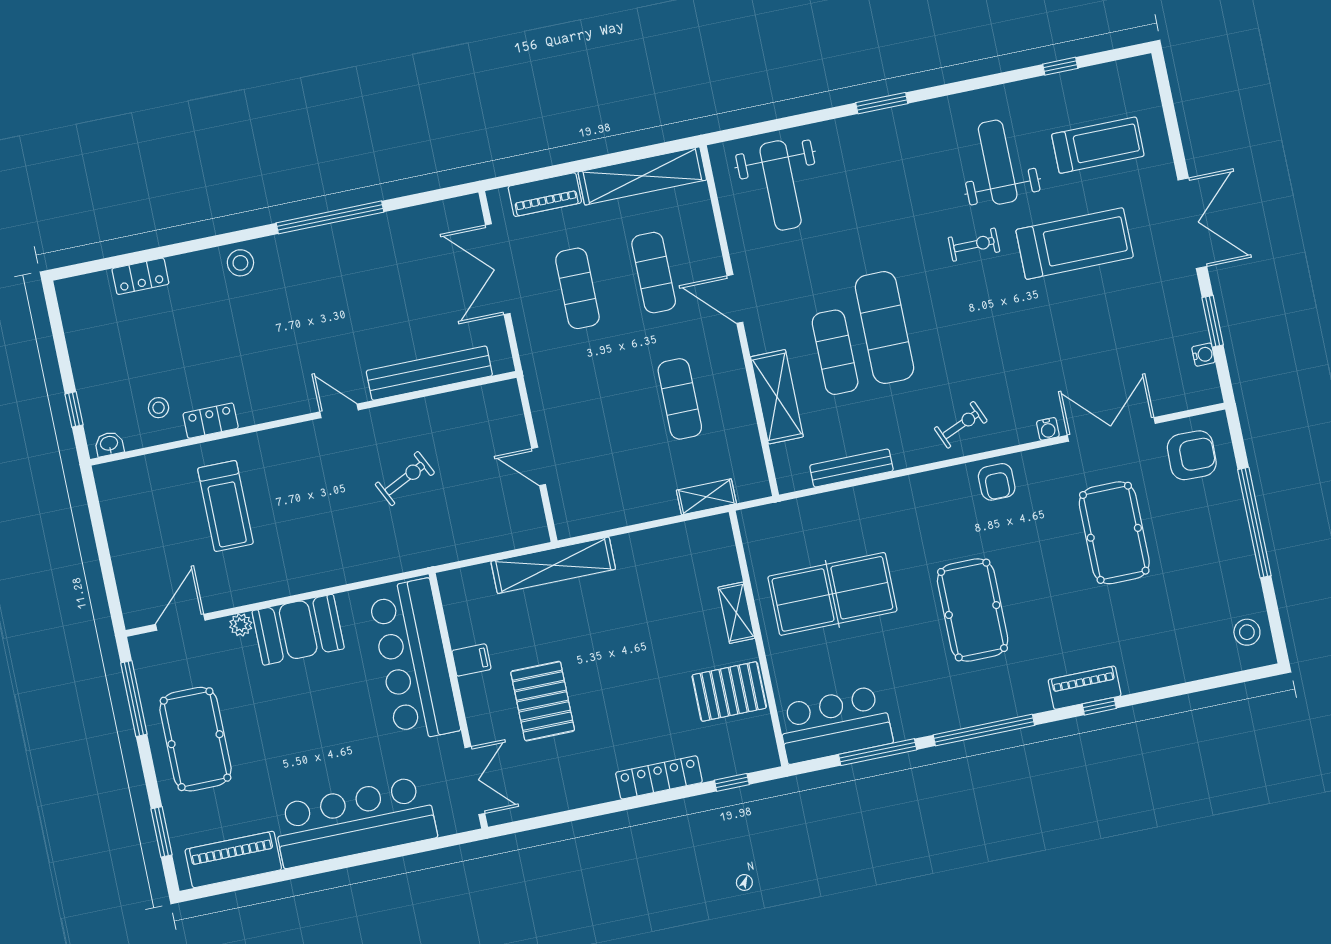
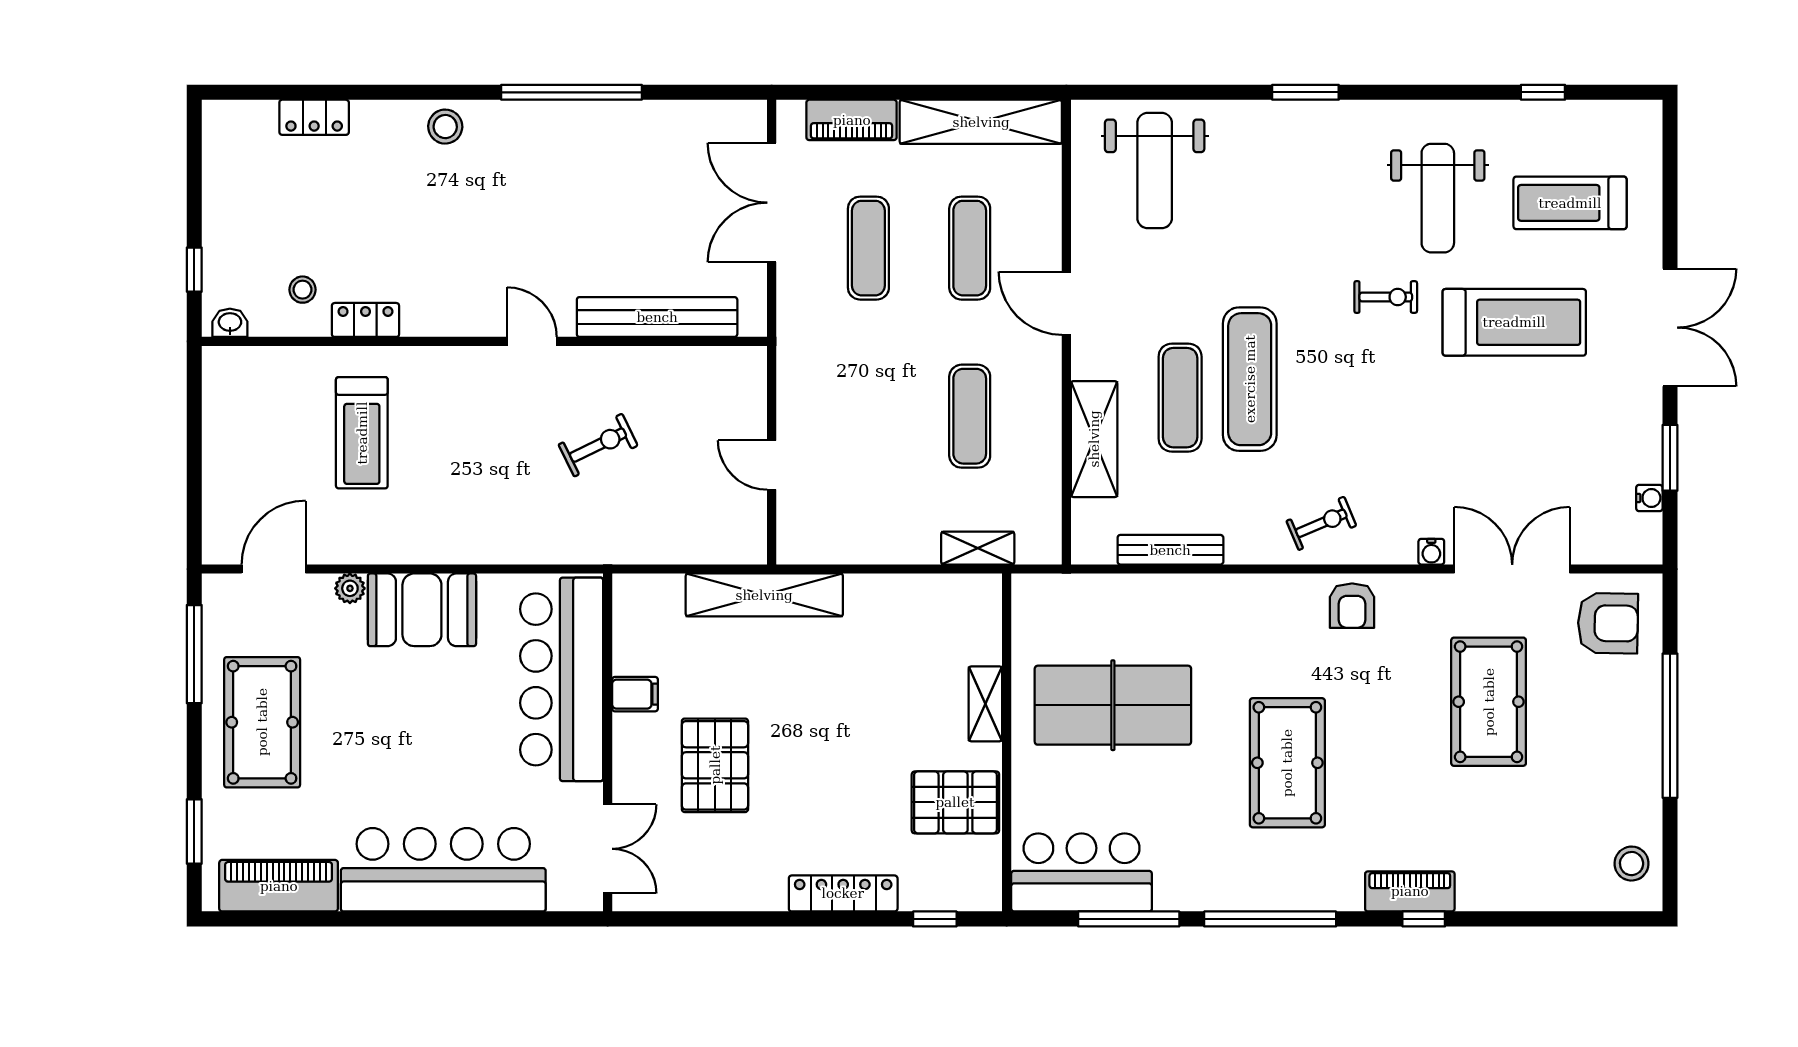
treadmill: (1098, 145) -> (1570, 203), turned 180
weight bench: (998, 162) -> (1438, 198), turned 180

